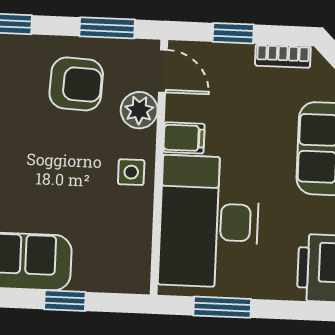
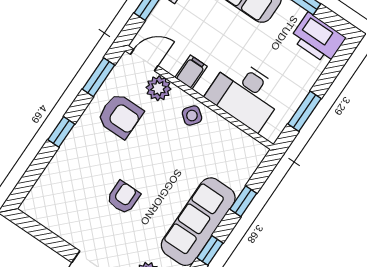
armchair: (76, 84) -> (120, 116), turned 87
side table: (131, 172) -> (192, 116), turned 38
desk: (209, 222) -> (245, 94), width x0.73, depth x0.77

